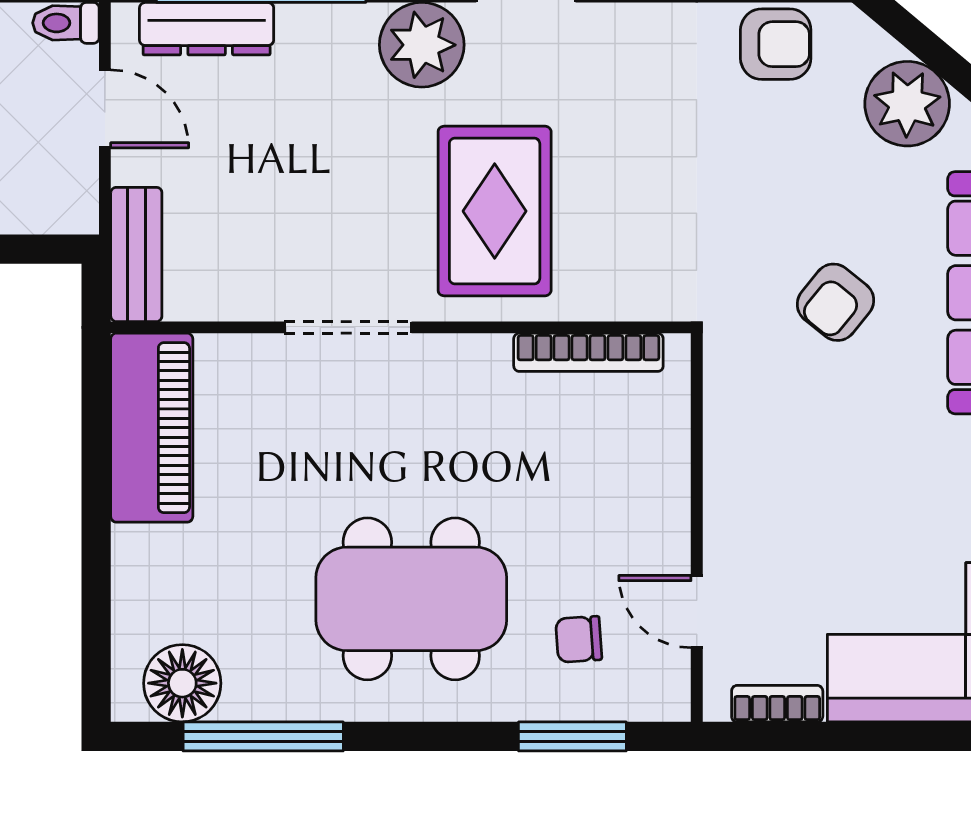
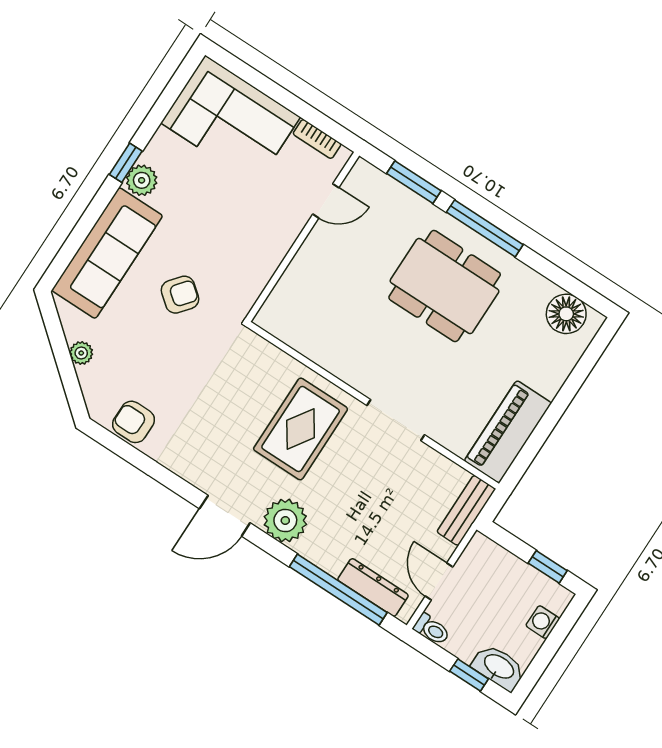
plant: (907, 104) -> (81, 353), width x0.53, depth x0.53
bookcase: (588, 352) -> (300, 342), removed
door: (697, 612) -> (326, 201), hinge flipped
chair: (579, 639) -> (384, 222), removed
window: (263, 736) -> (485, 228), moved

